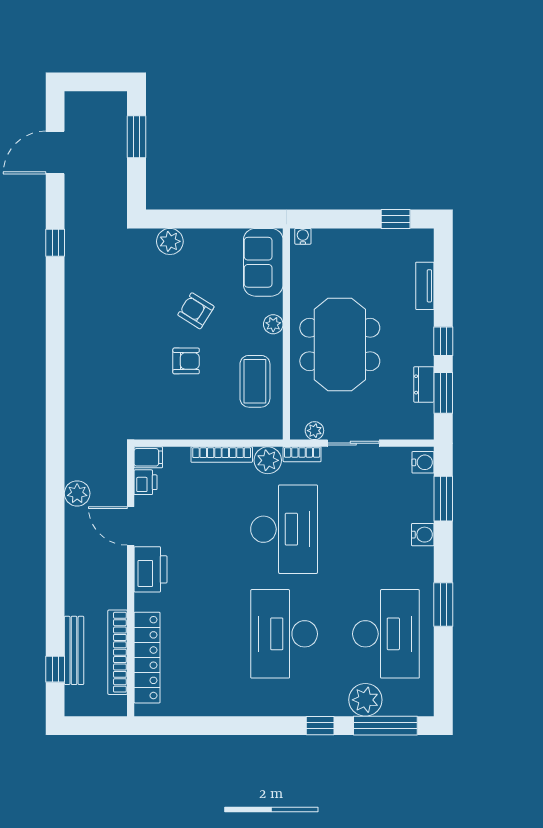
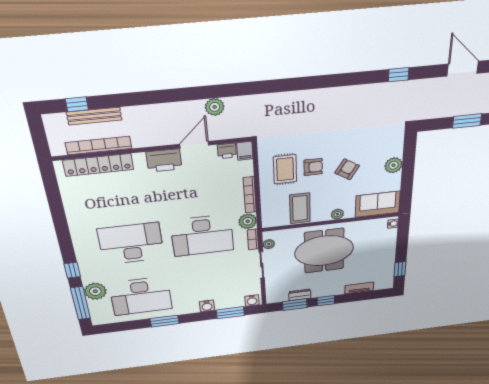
plant: (170, 241) -> (394, 165), moved
armchair: (186, 361) -> (313, 167), turned -90
coffee table: (255, 381) -> (300, 208), turned 90
rug: (185, 402) -> (285, 169), added

